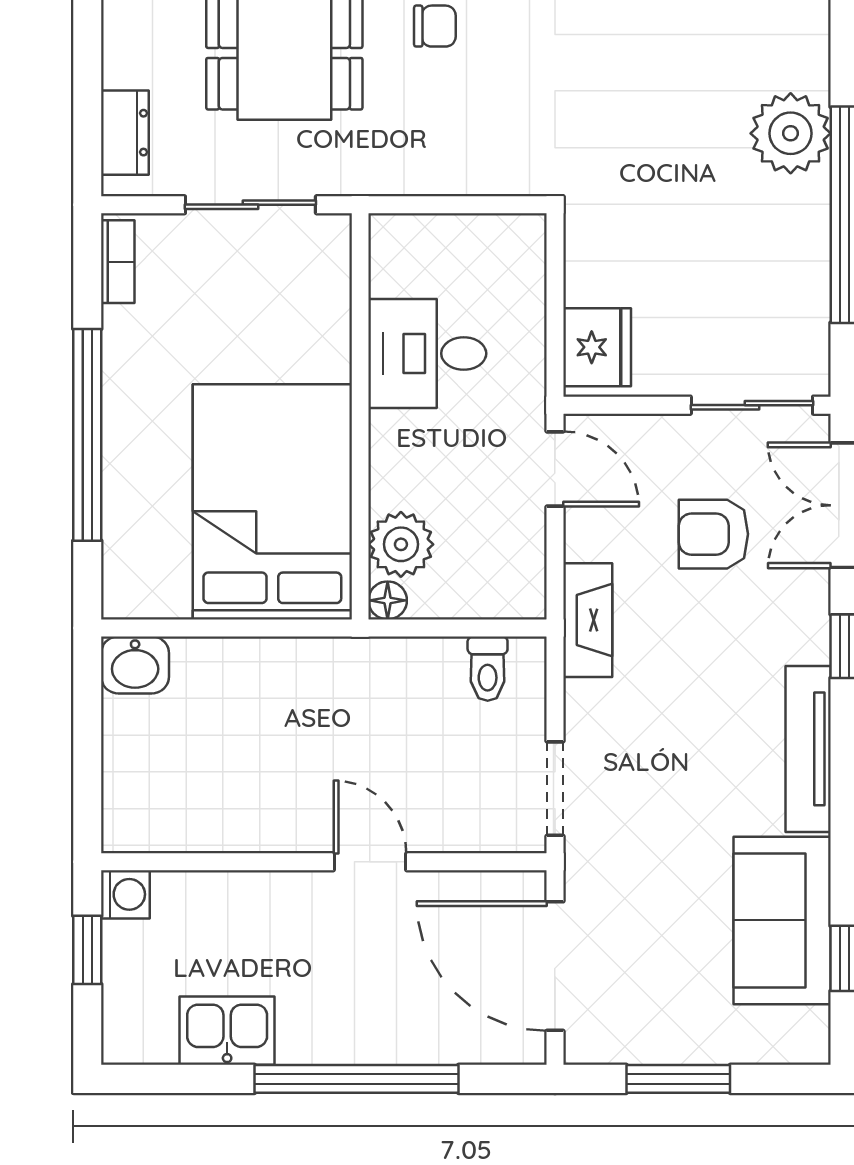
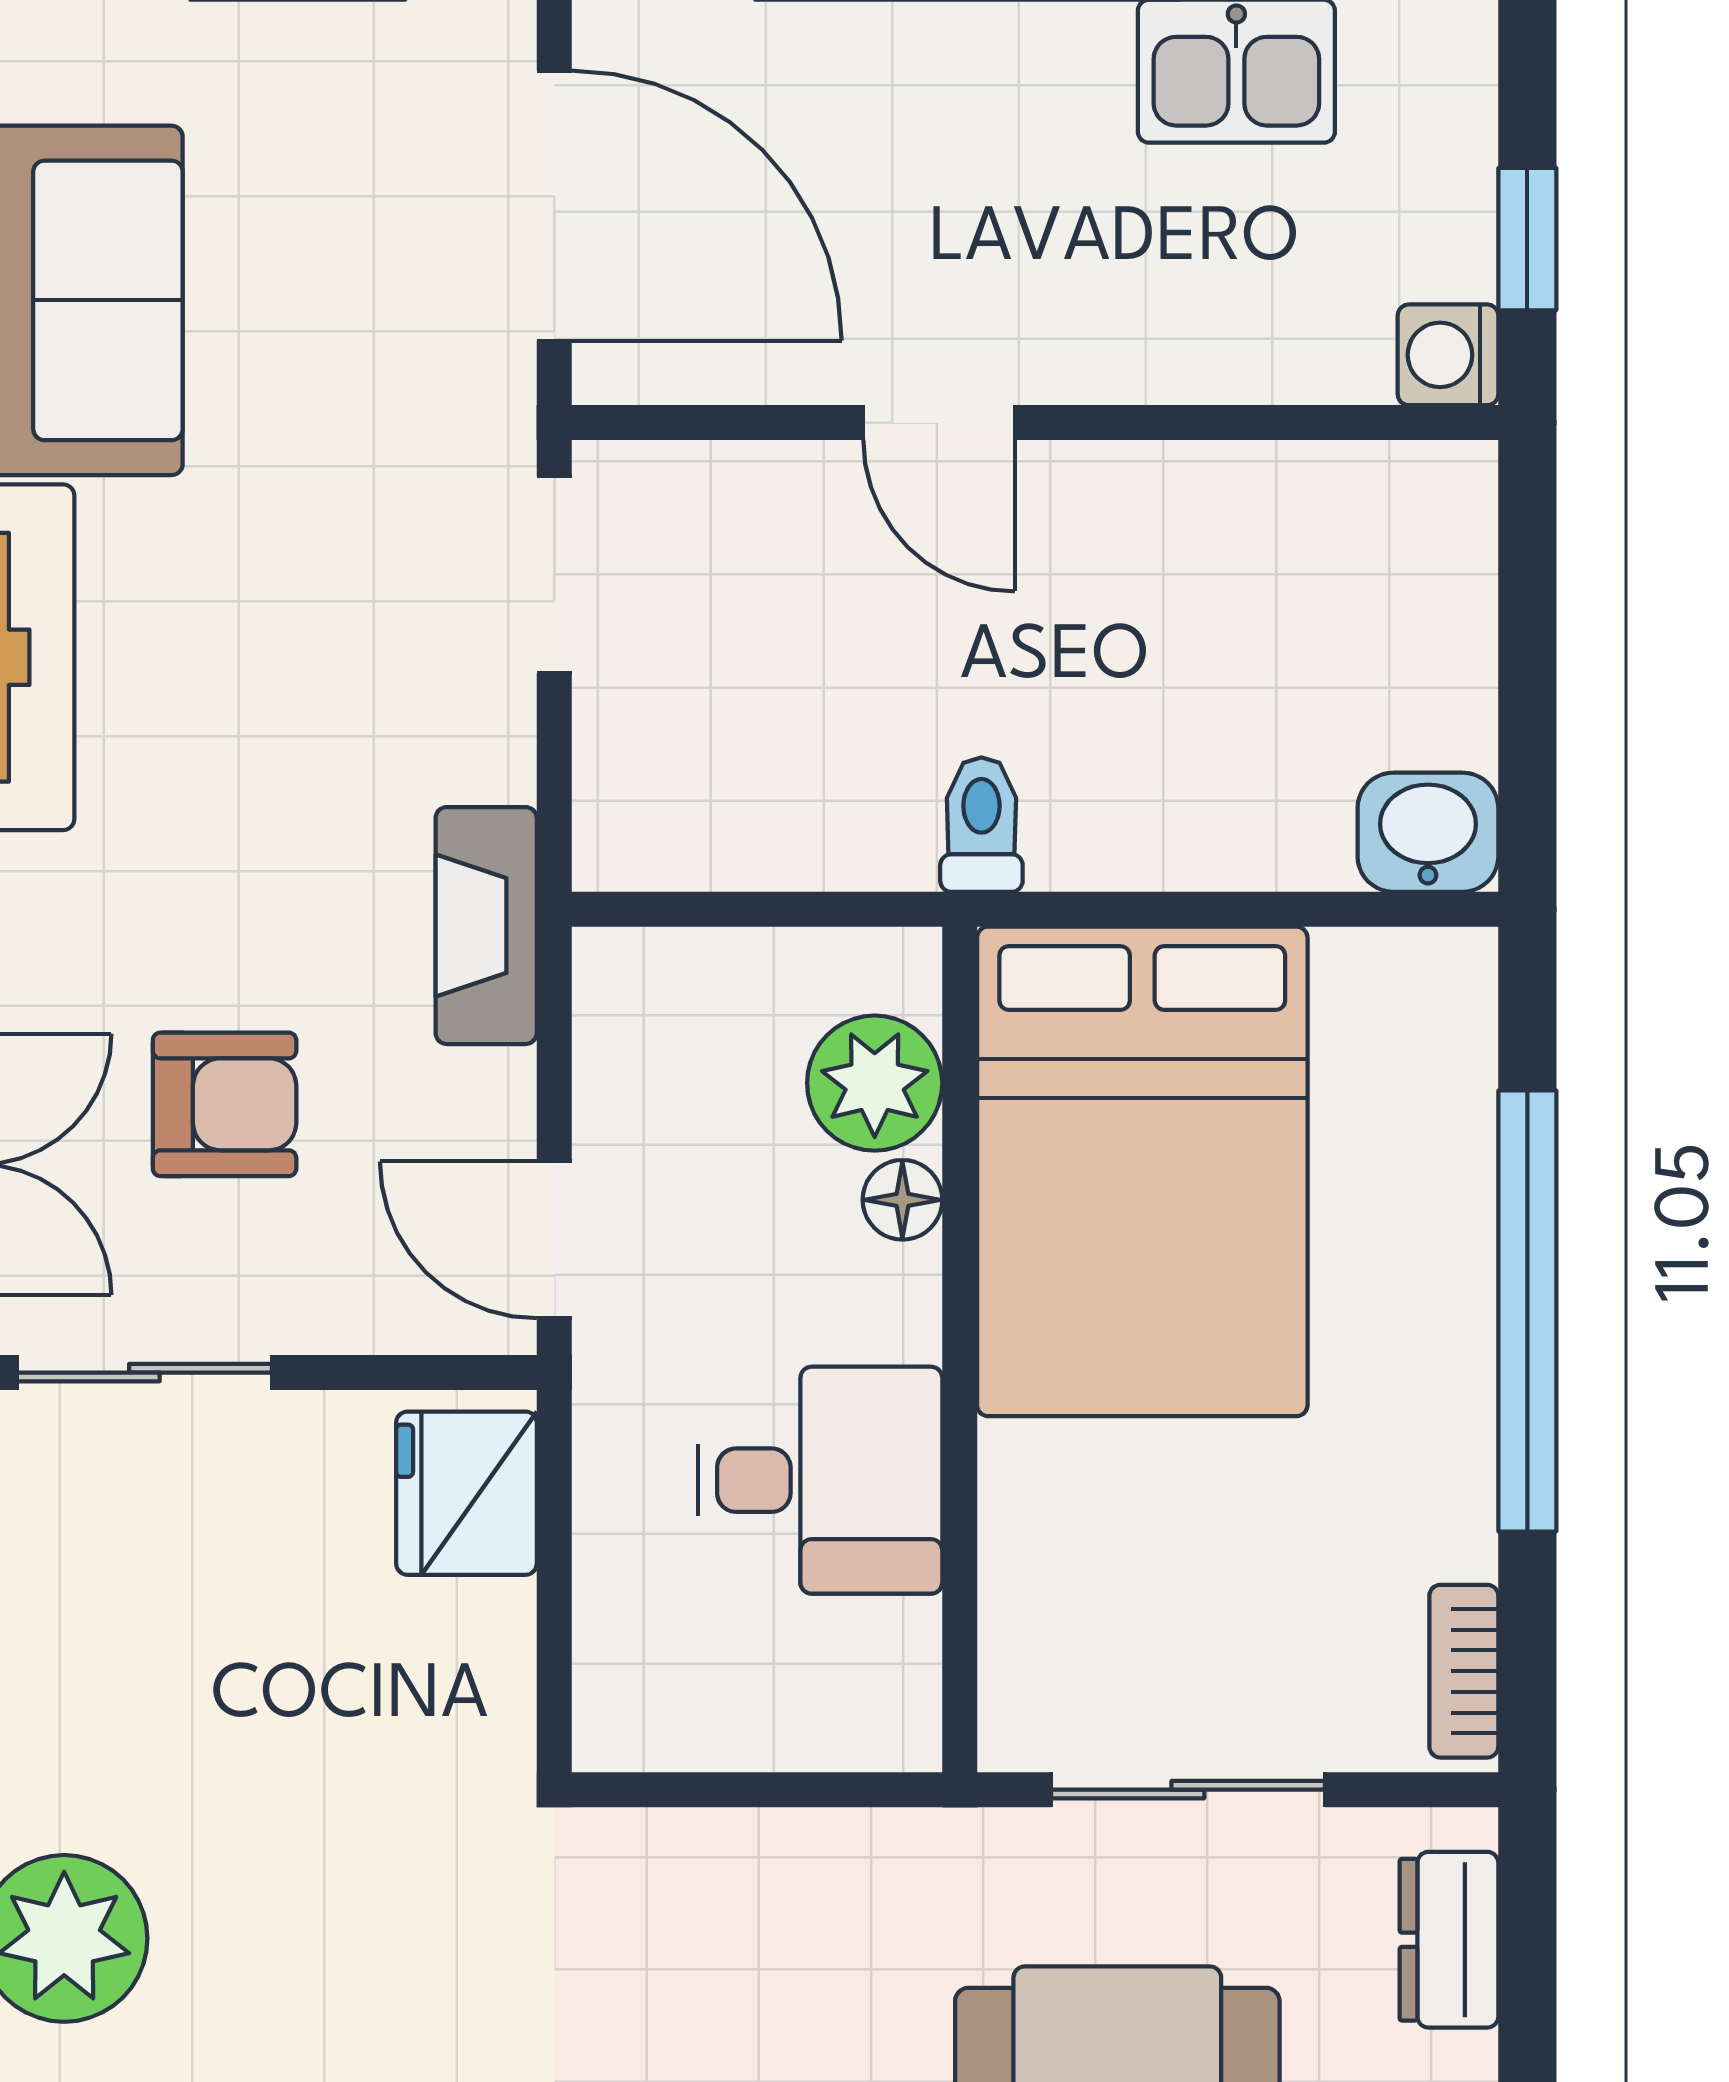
floor lamp: (388, 600) -> (902, 1200), moved
toilet: (488, 669) -> (981, 825), moved

